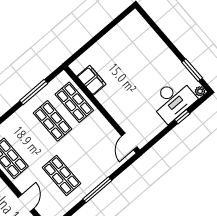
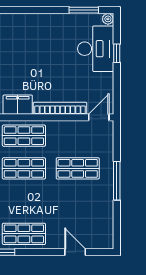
bookcase: (113, 111) -> (60, 108), added
door: (129, 142) -> (99, 117), swing flipped
shop shelf: (62, 175) -> (78, 168), moved

